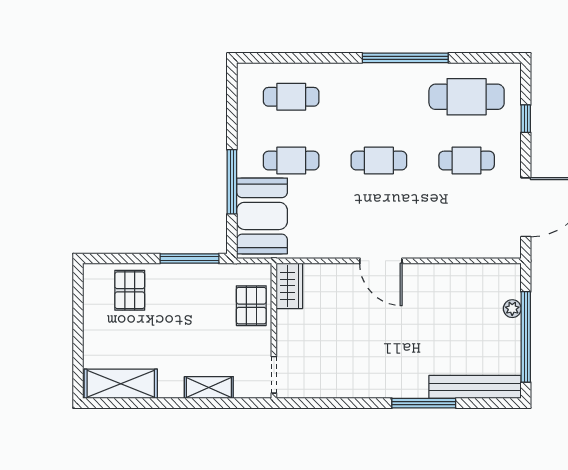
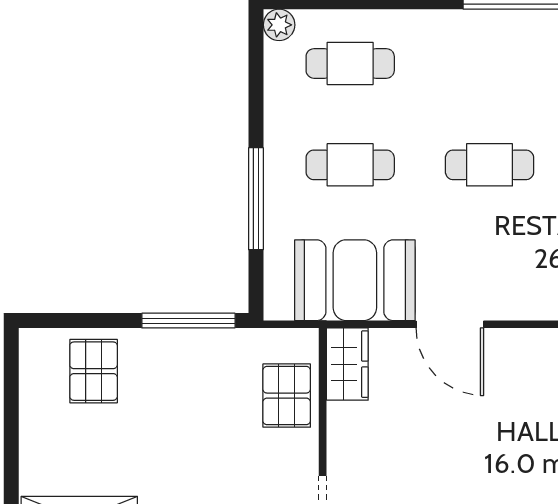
plant: (246, 72) -> (279, 25), added
booth: (262, 216) -> (355, 280), moved, turned 90
door: (381, 261) -> (450, 324), moved

